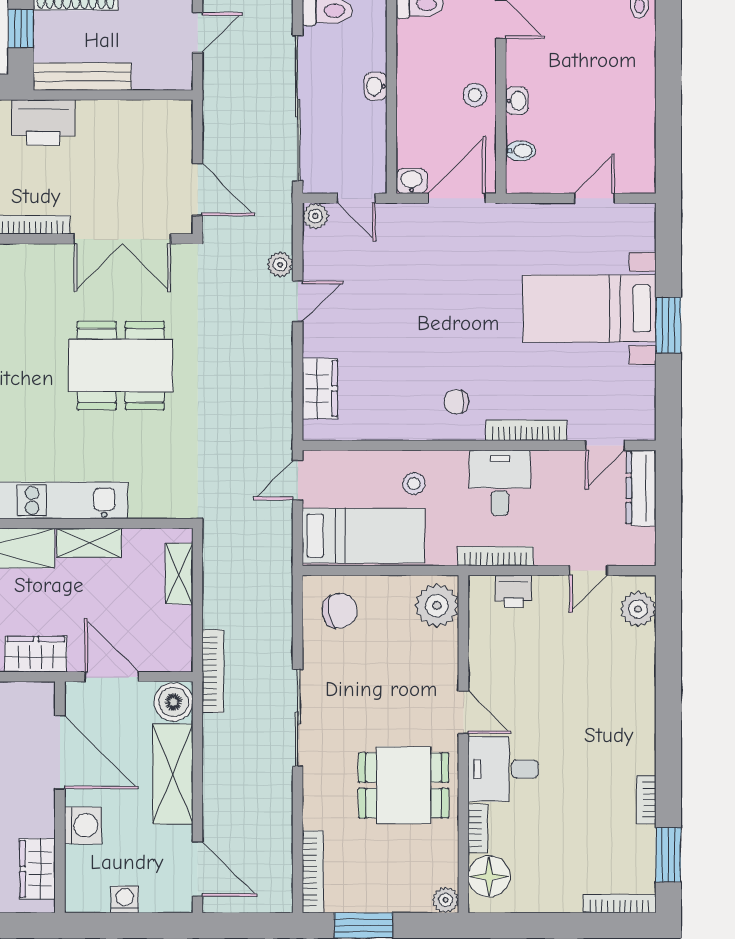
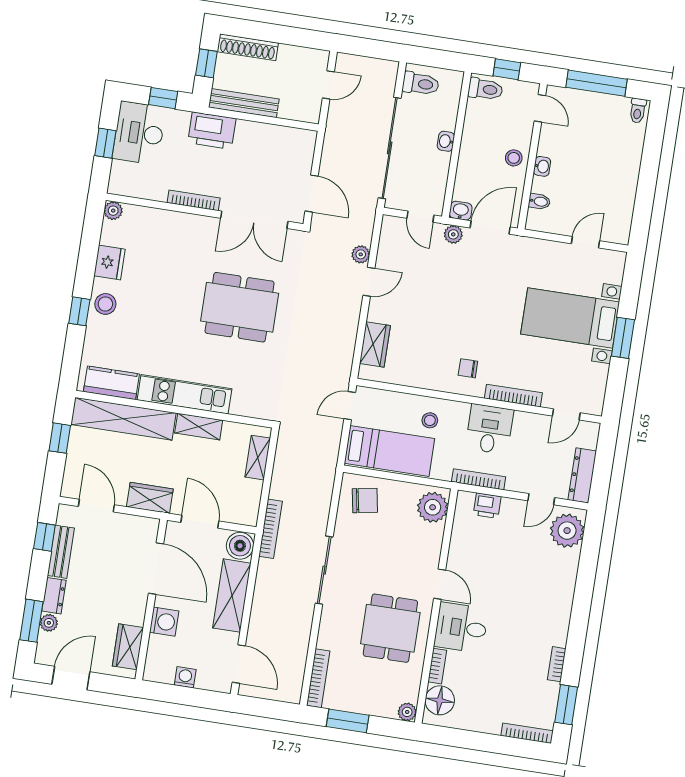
plant: (315, 216) -> (453, 234), moved
dresser: (641, 488) -> (582, 475), moved
plant: (638, 609) -> (567, 531), width x1.36, depth x1.36
dining table: (404, 785) -> (390, 628), turned 90

